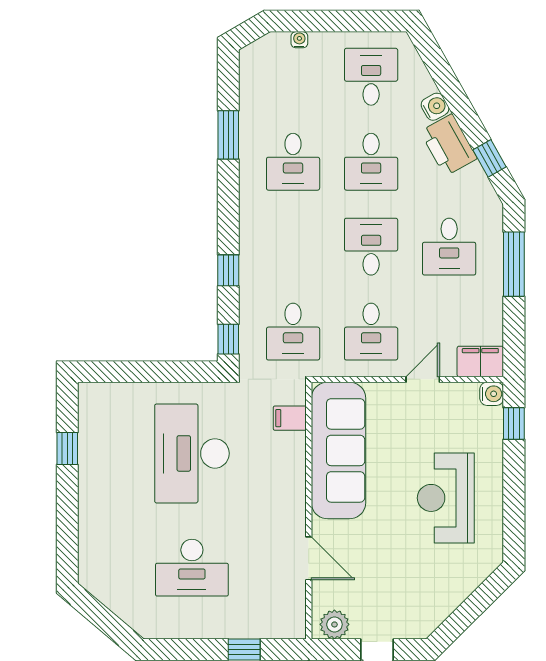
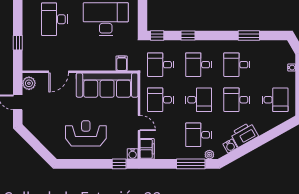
water cooler: (435, 107) -> (230, 146), moved
window: (490, 158) -> (238, 153), removed
plant: (493, 223) -> (209, 155), added
desk: (293, 247) -> (199, 65), added

